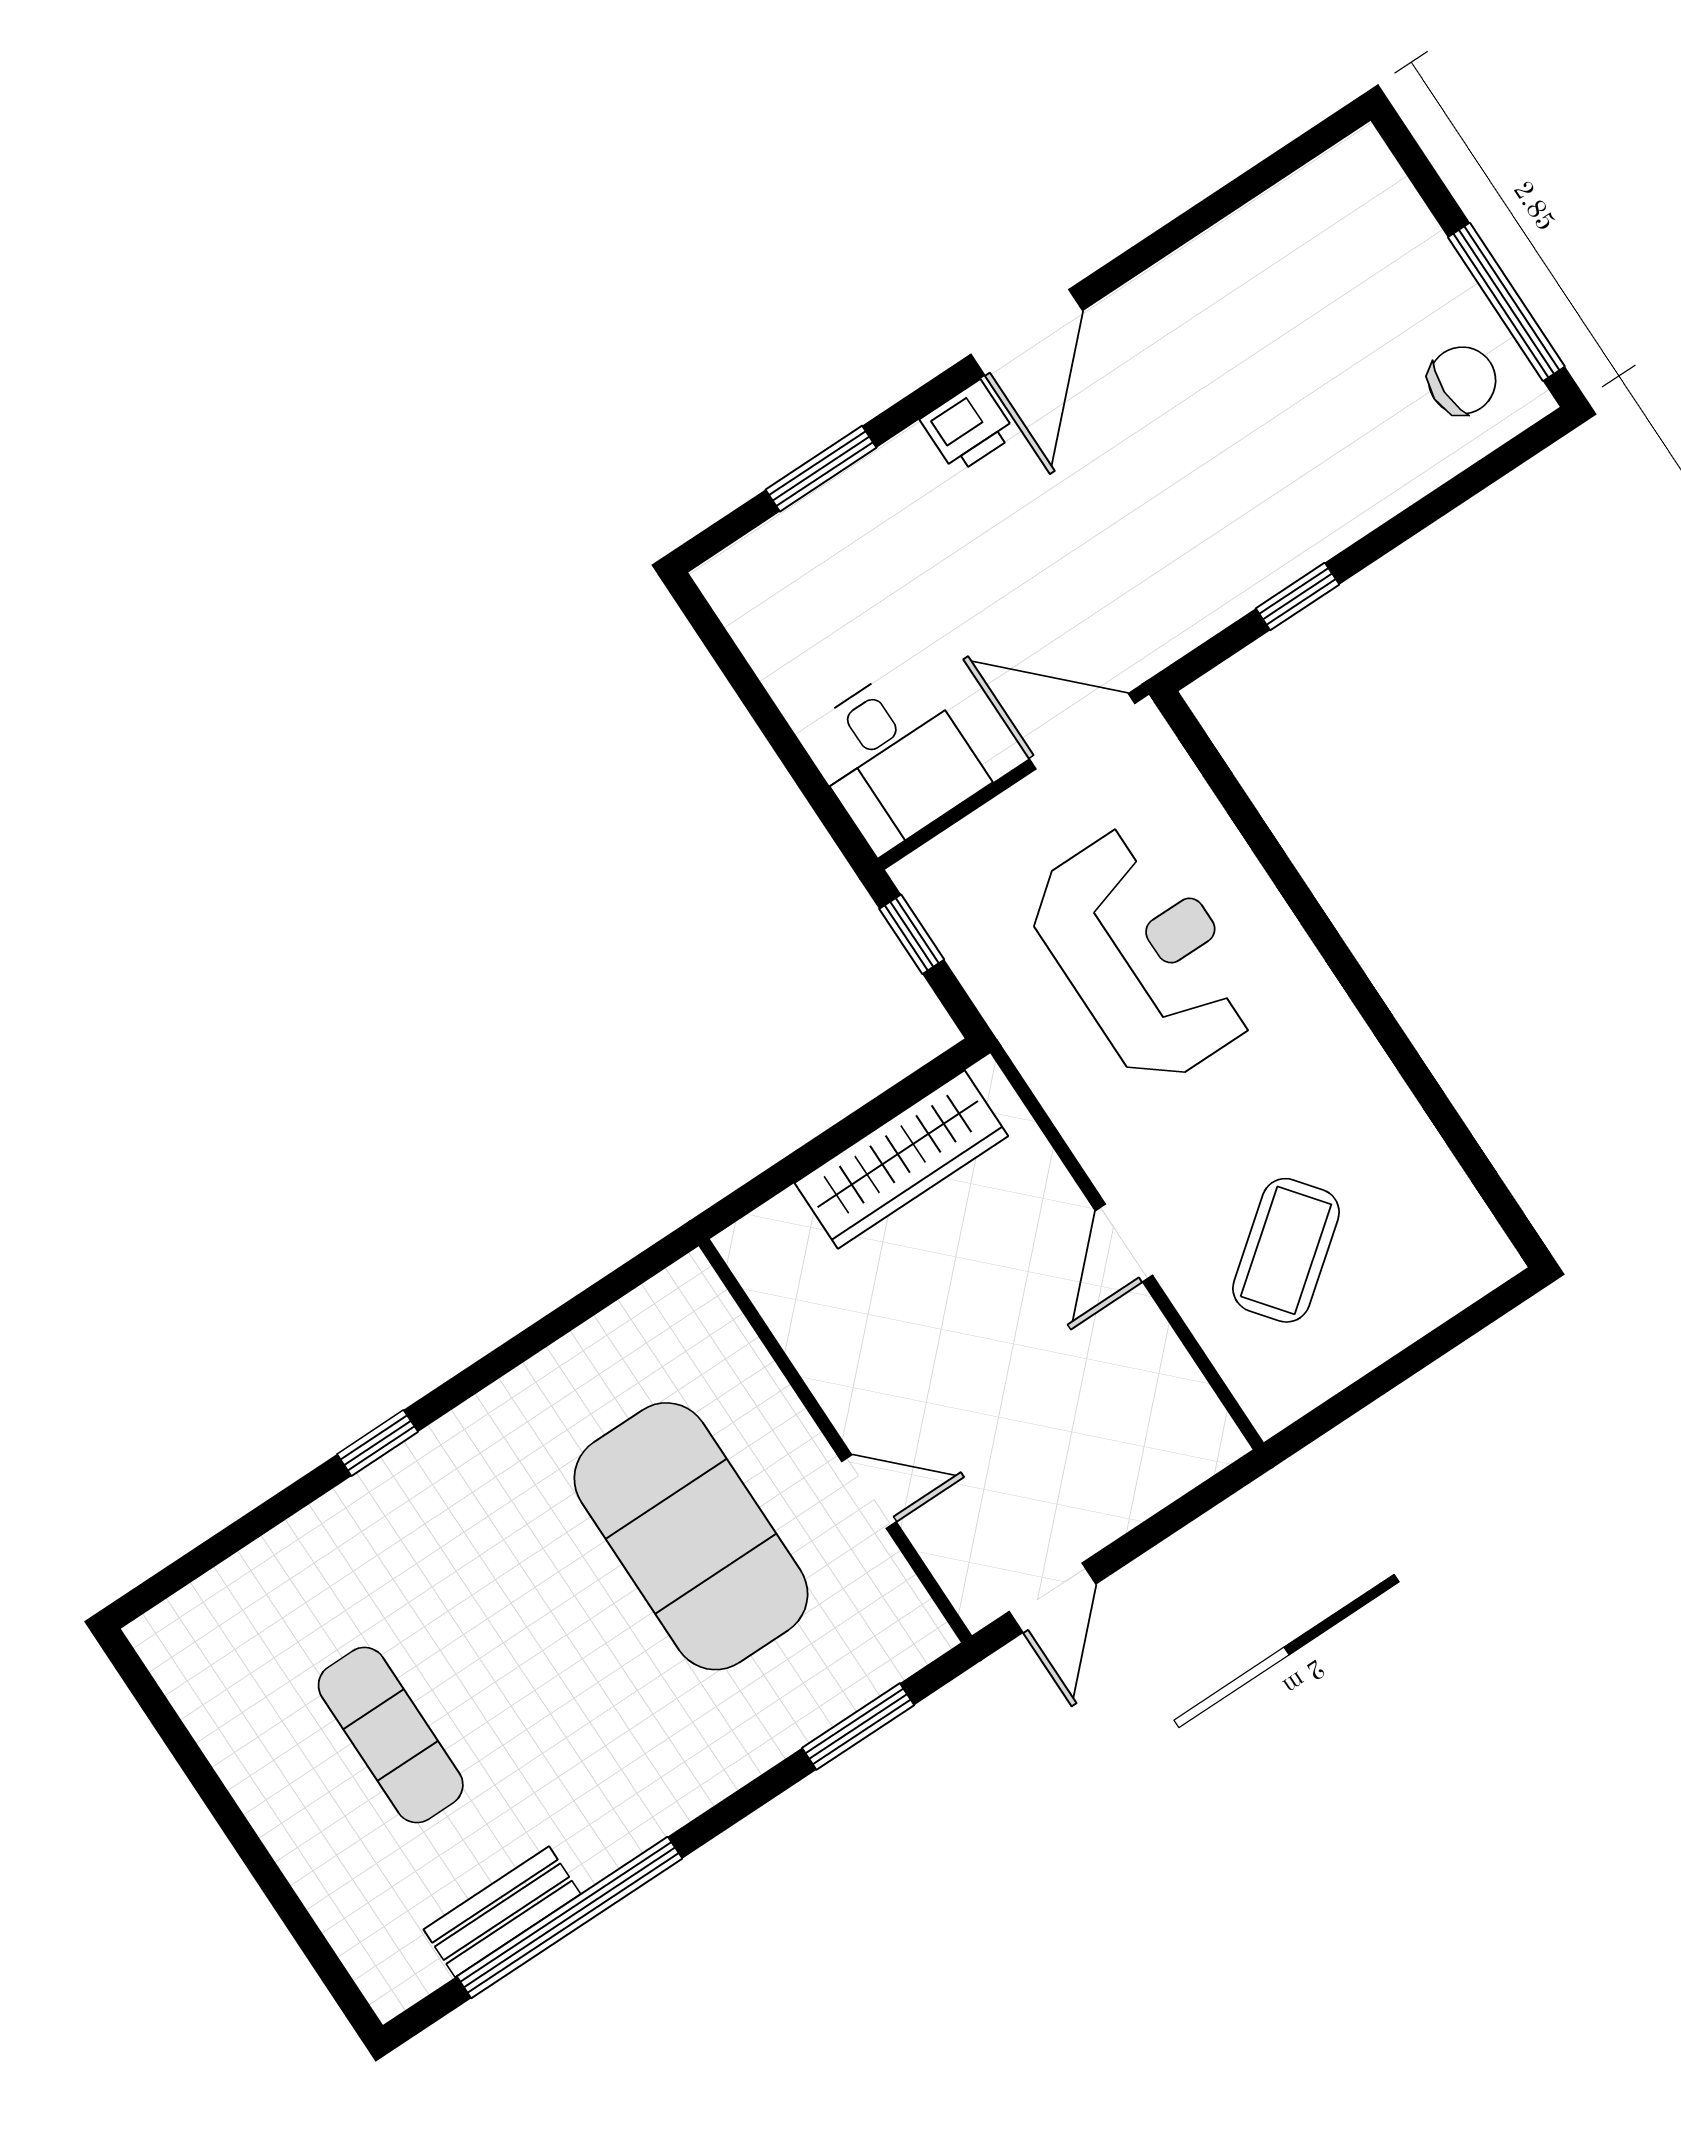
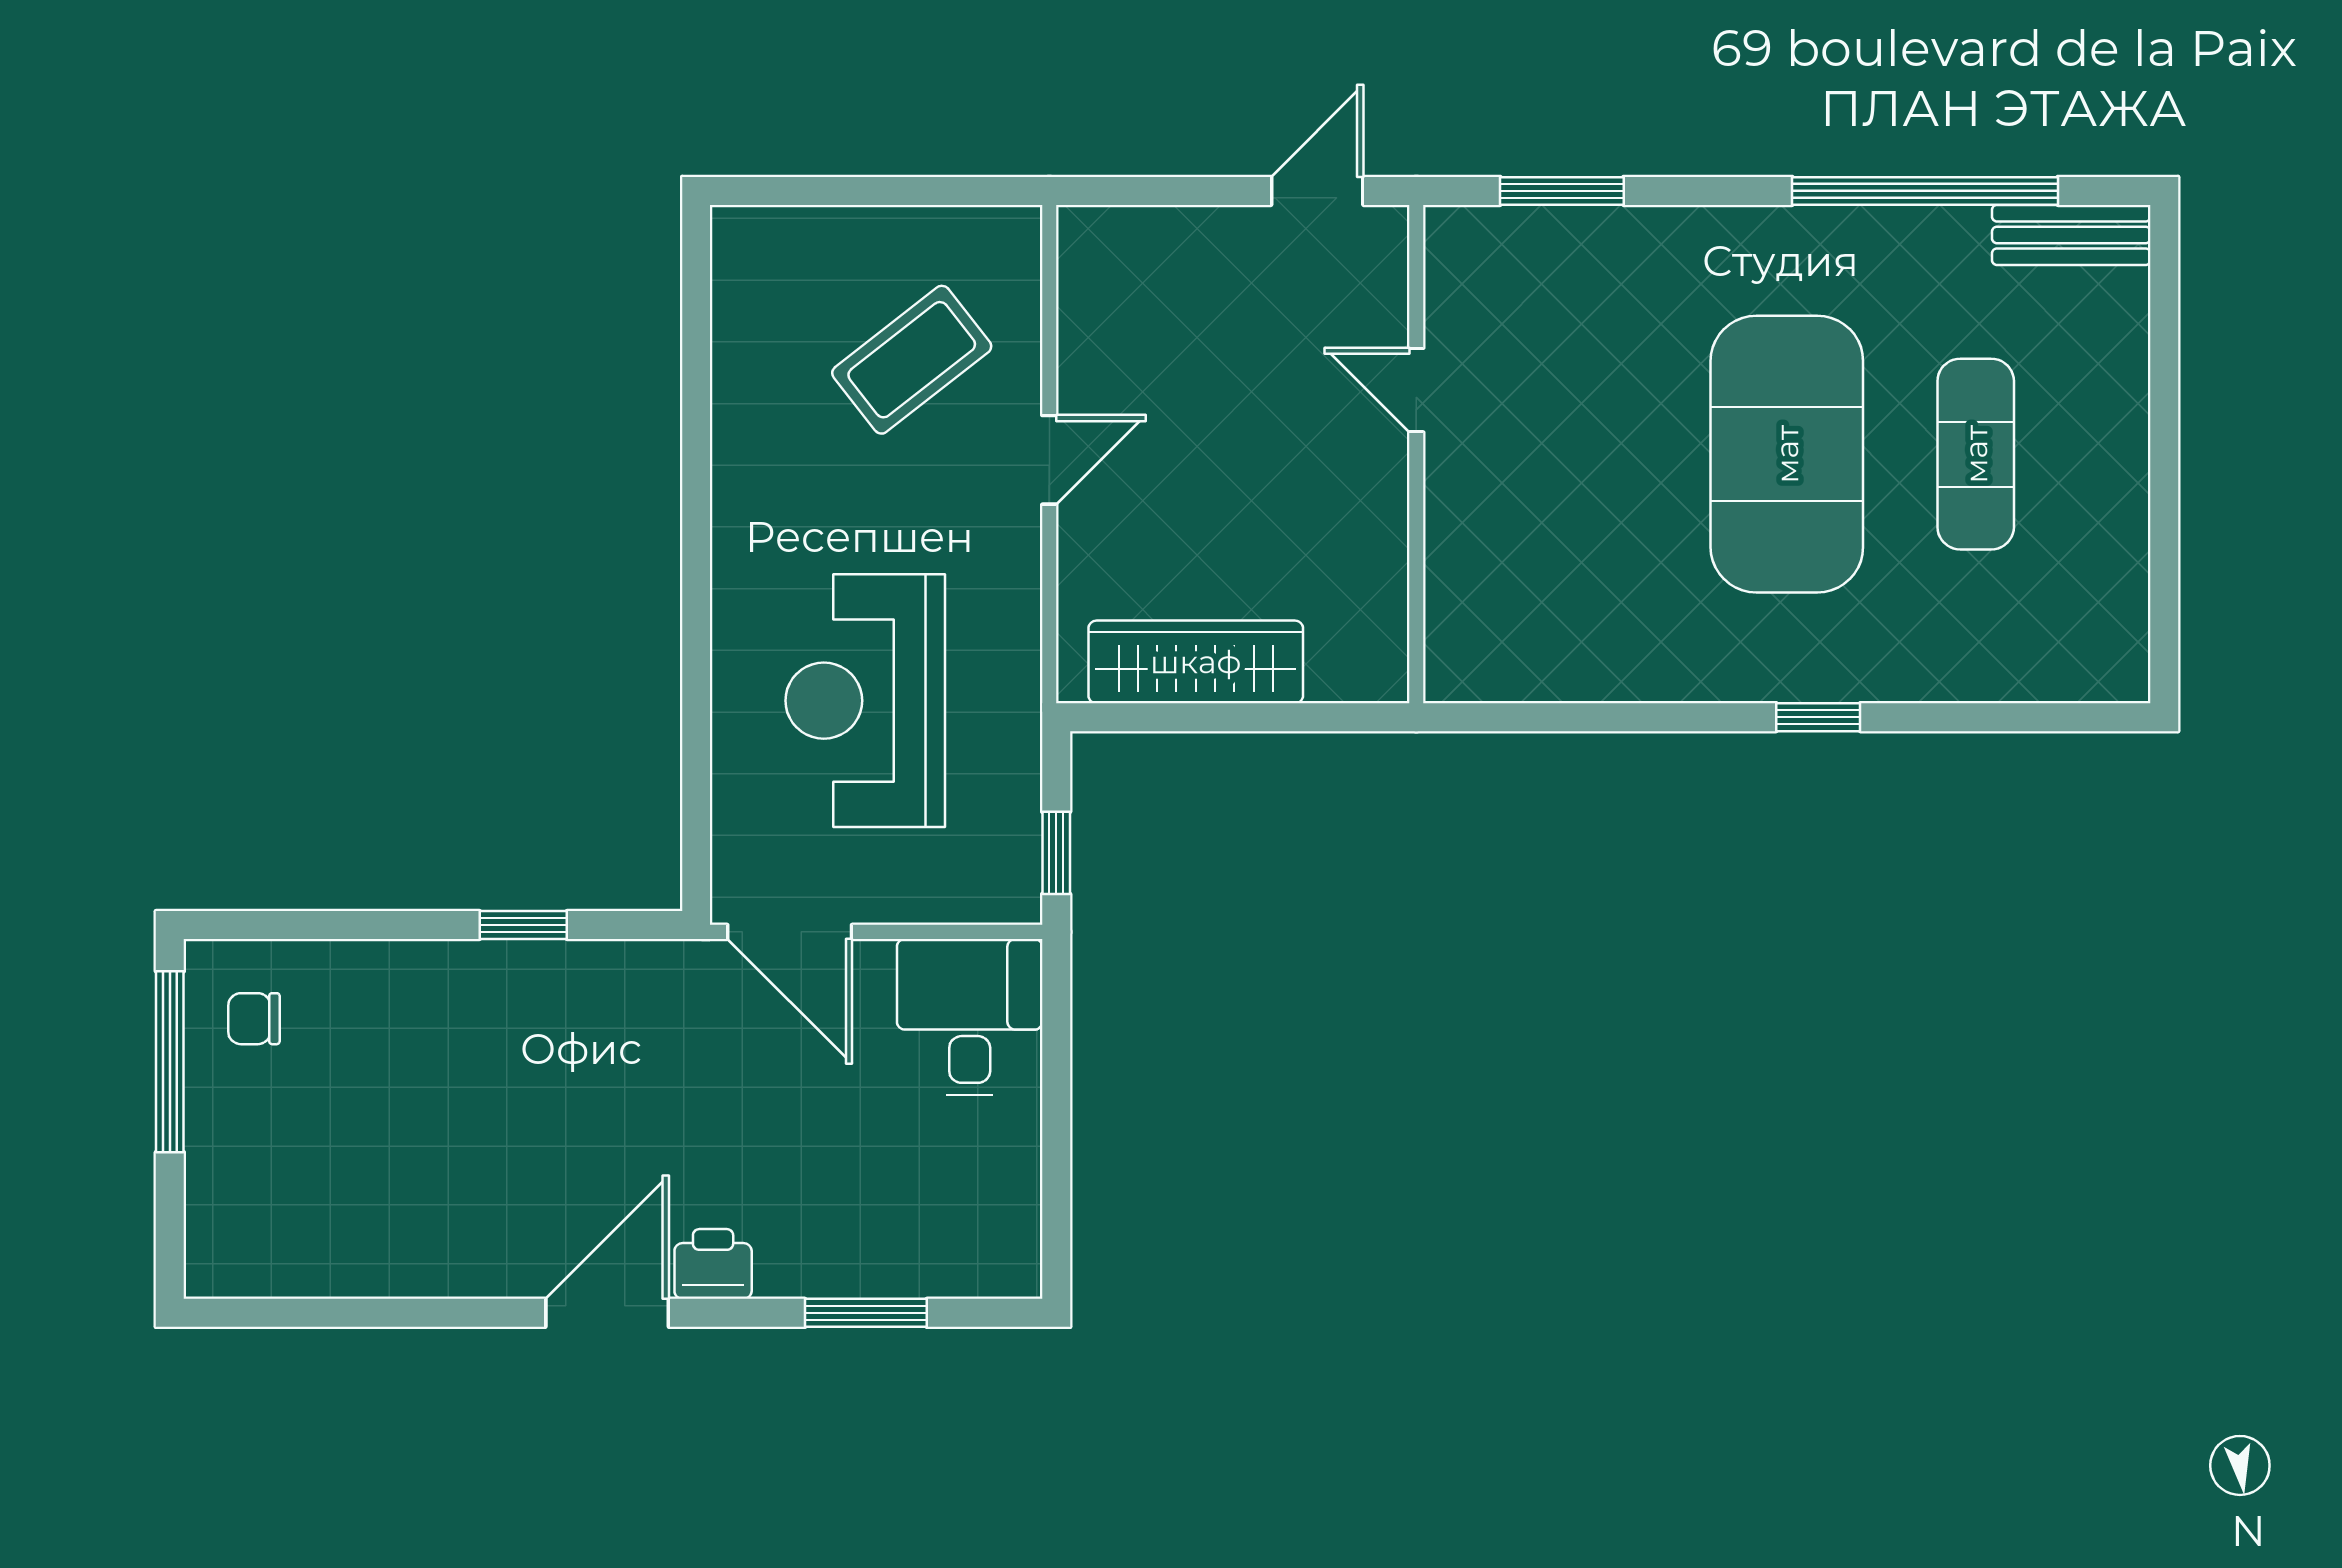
chair: (1462, 380) -> (254, 1019), width x0.73, depth x0.73
exercise mat: (691, 1536) -> (1787, 454), moved
bench: (502, 1912) -> (2071, 235), moved

